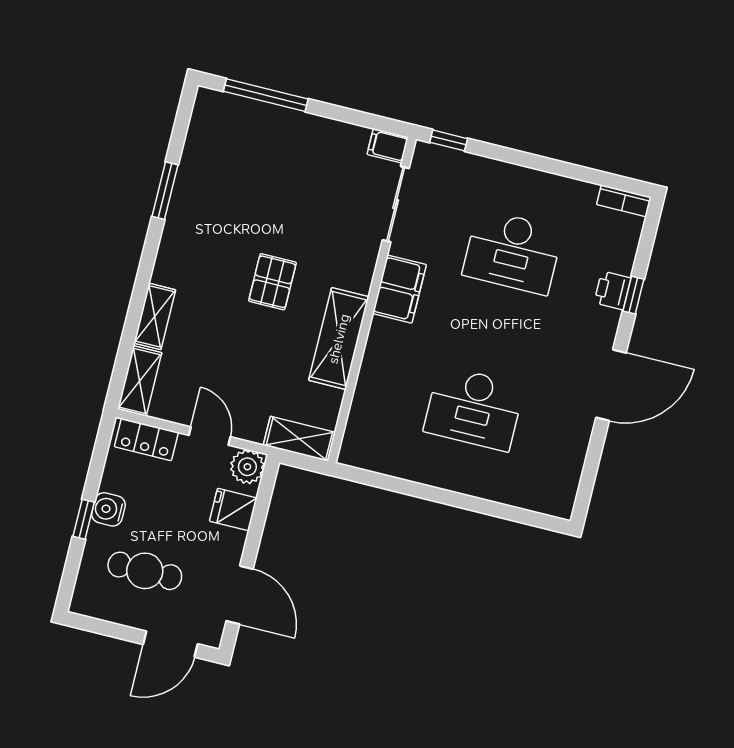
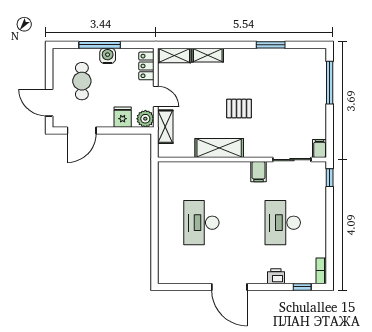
filing cabinet: (399, 289) -> (258, 172), width x0.50
window: (633, 295) -> (302, 287), moved
door: (210, 436) -> (156, 97), hinge flipped
shelving: (299, 439) -> (165, 127), moved
window: (84, 519) -> (100, 45), width x2.17

